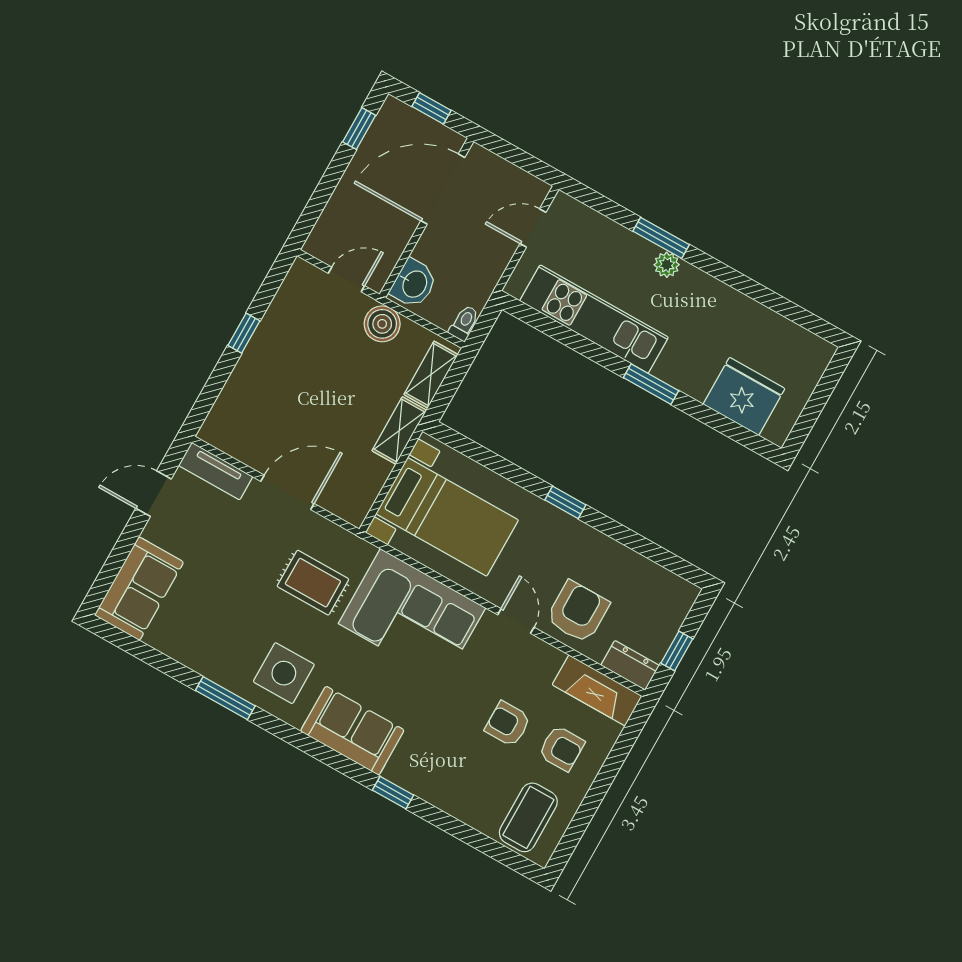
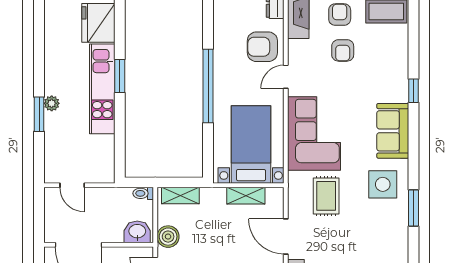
kitchen unit: (594, 319) -> (102, 89), moved
shelving: (399, 431) -> (246, 196), moved
window: (565, 502) -> (208, 86), width x3.17

